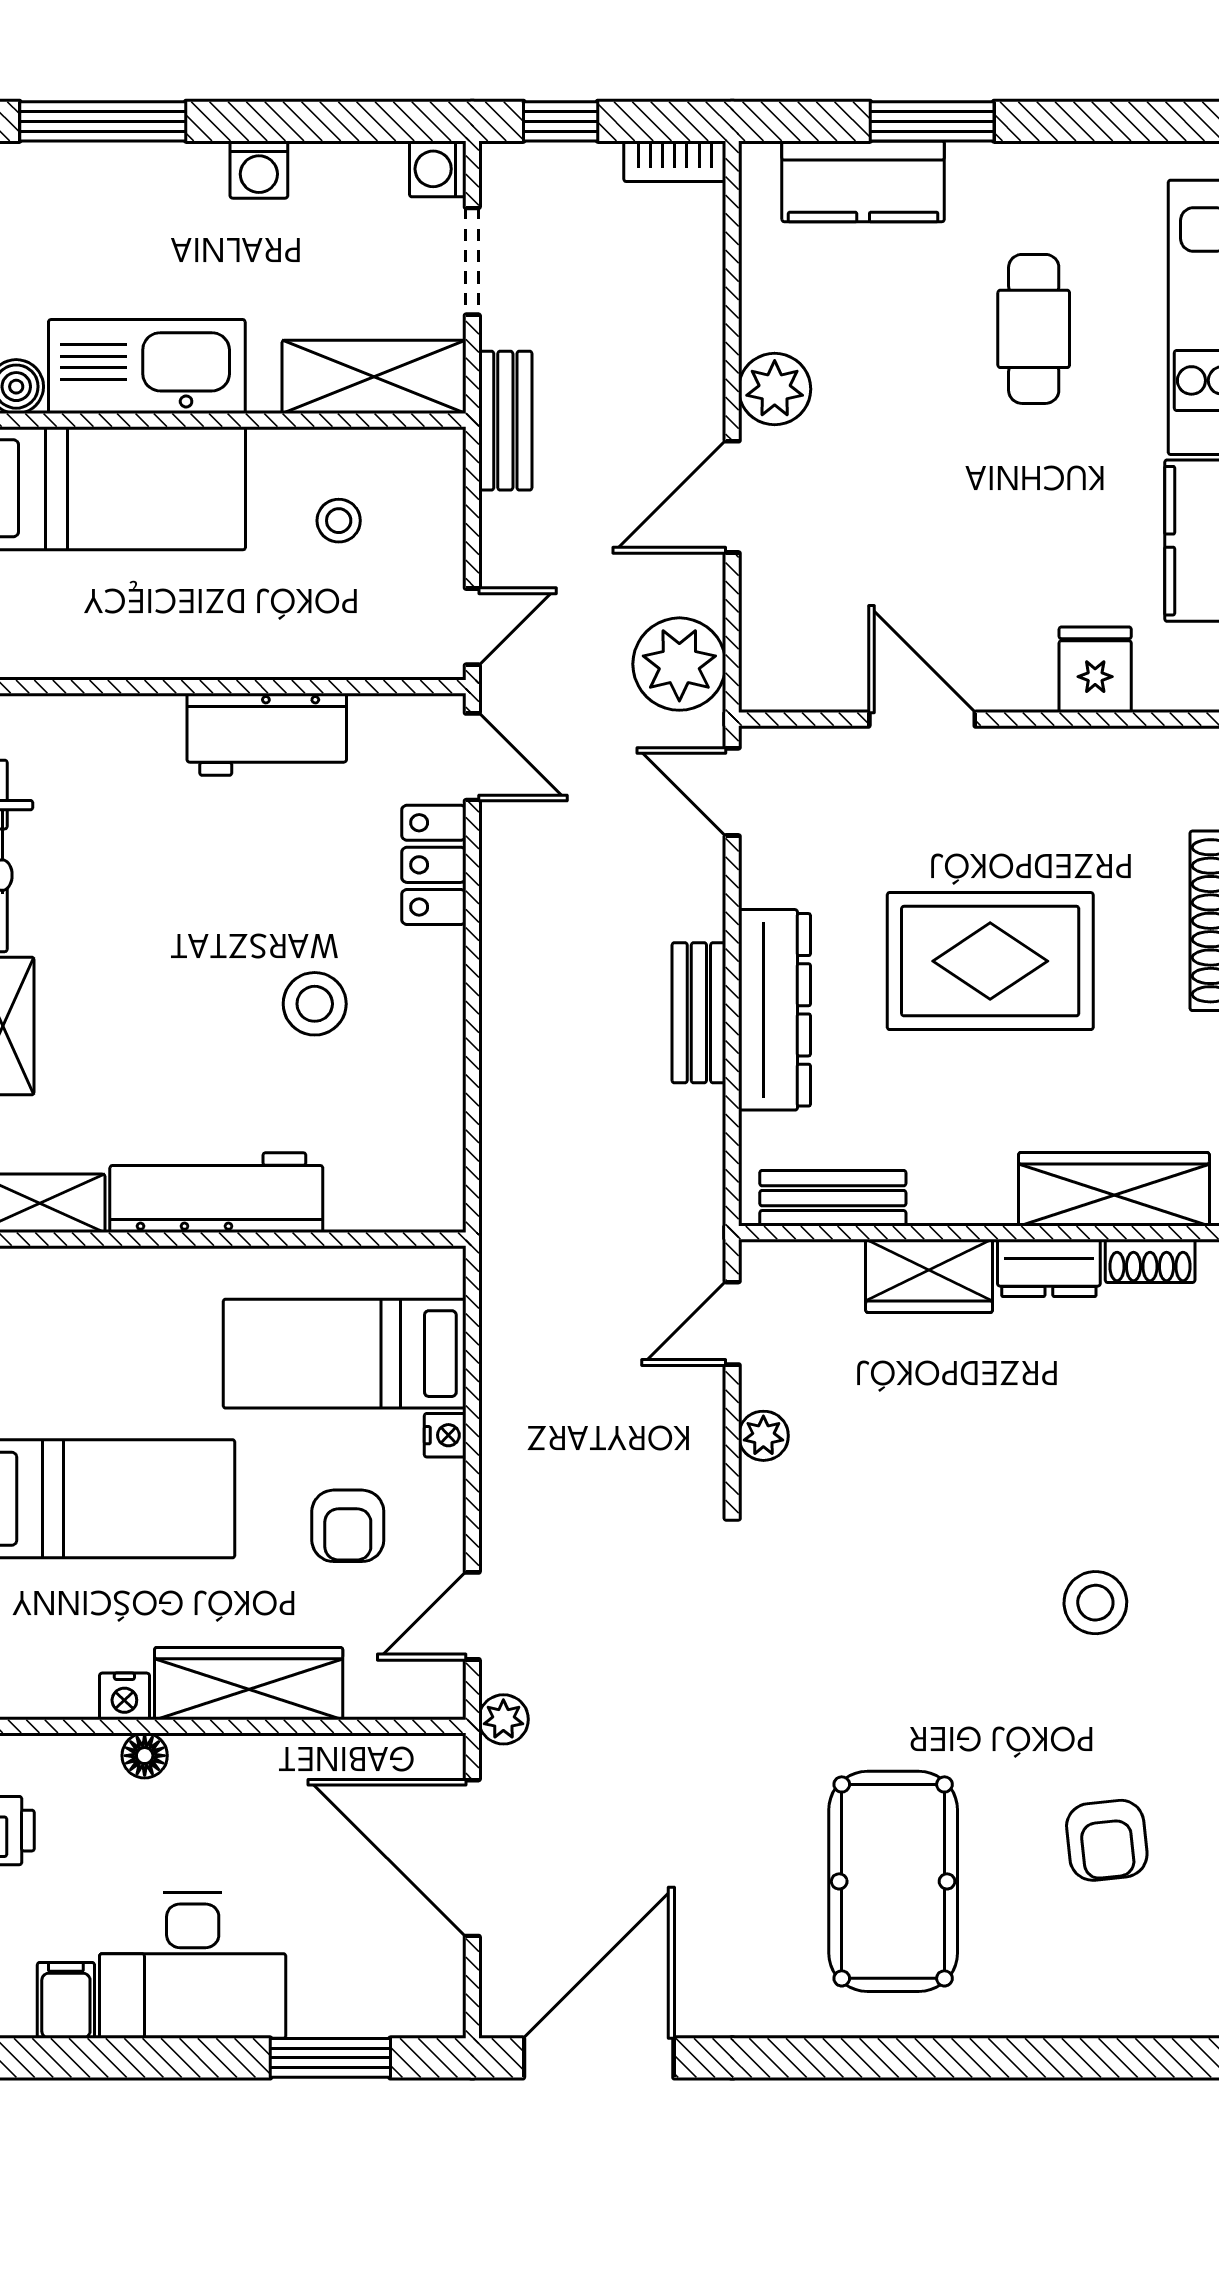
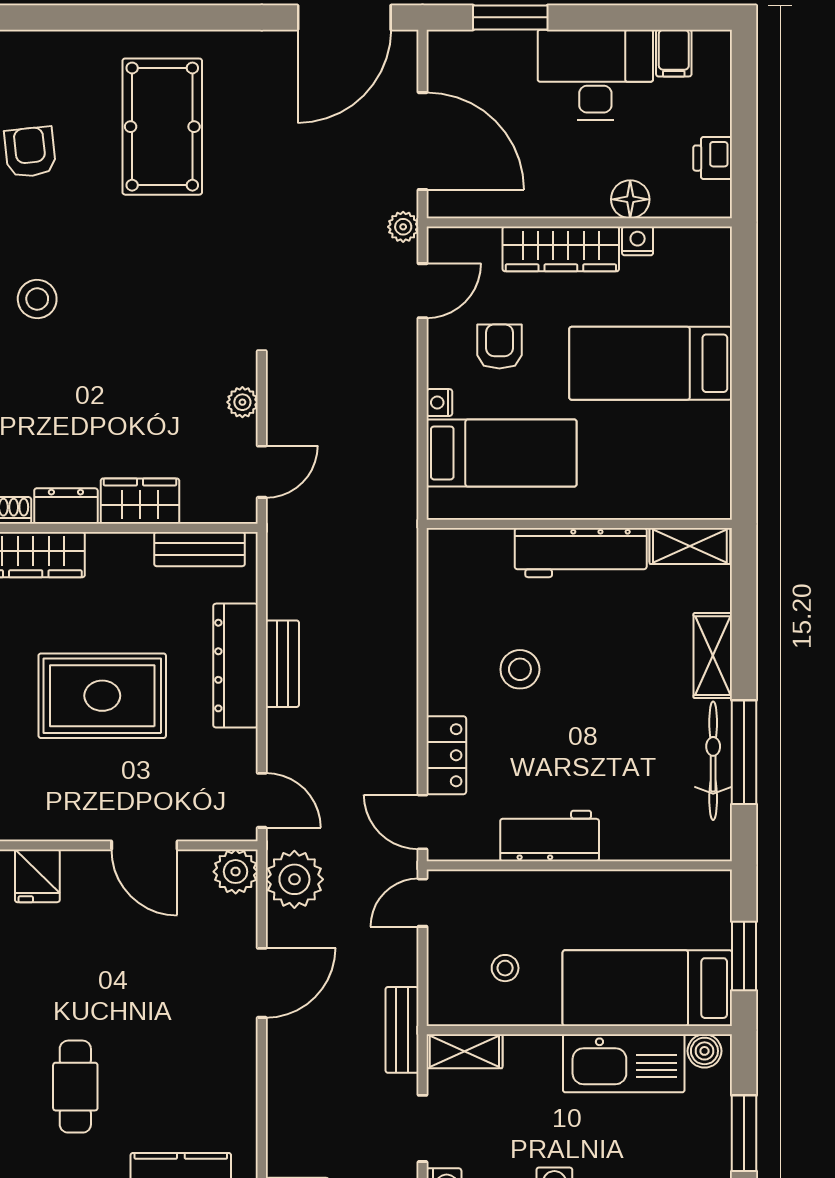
shelving: (374, 377) -> (464, 1051), width x0.67, depth x0.75
plant: (775, 389) -> (236, 872), moved
floor lamp: (145, 1756) -> (630, 199), width x1.37, depth x1.37

